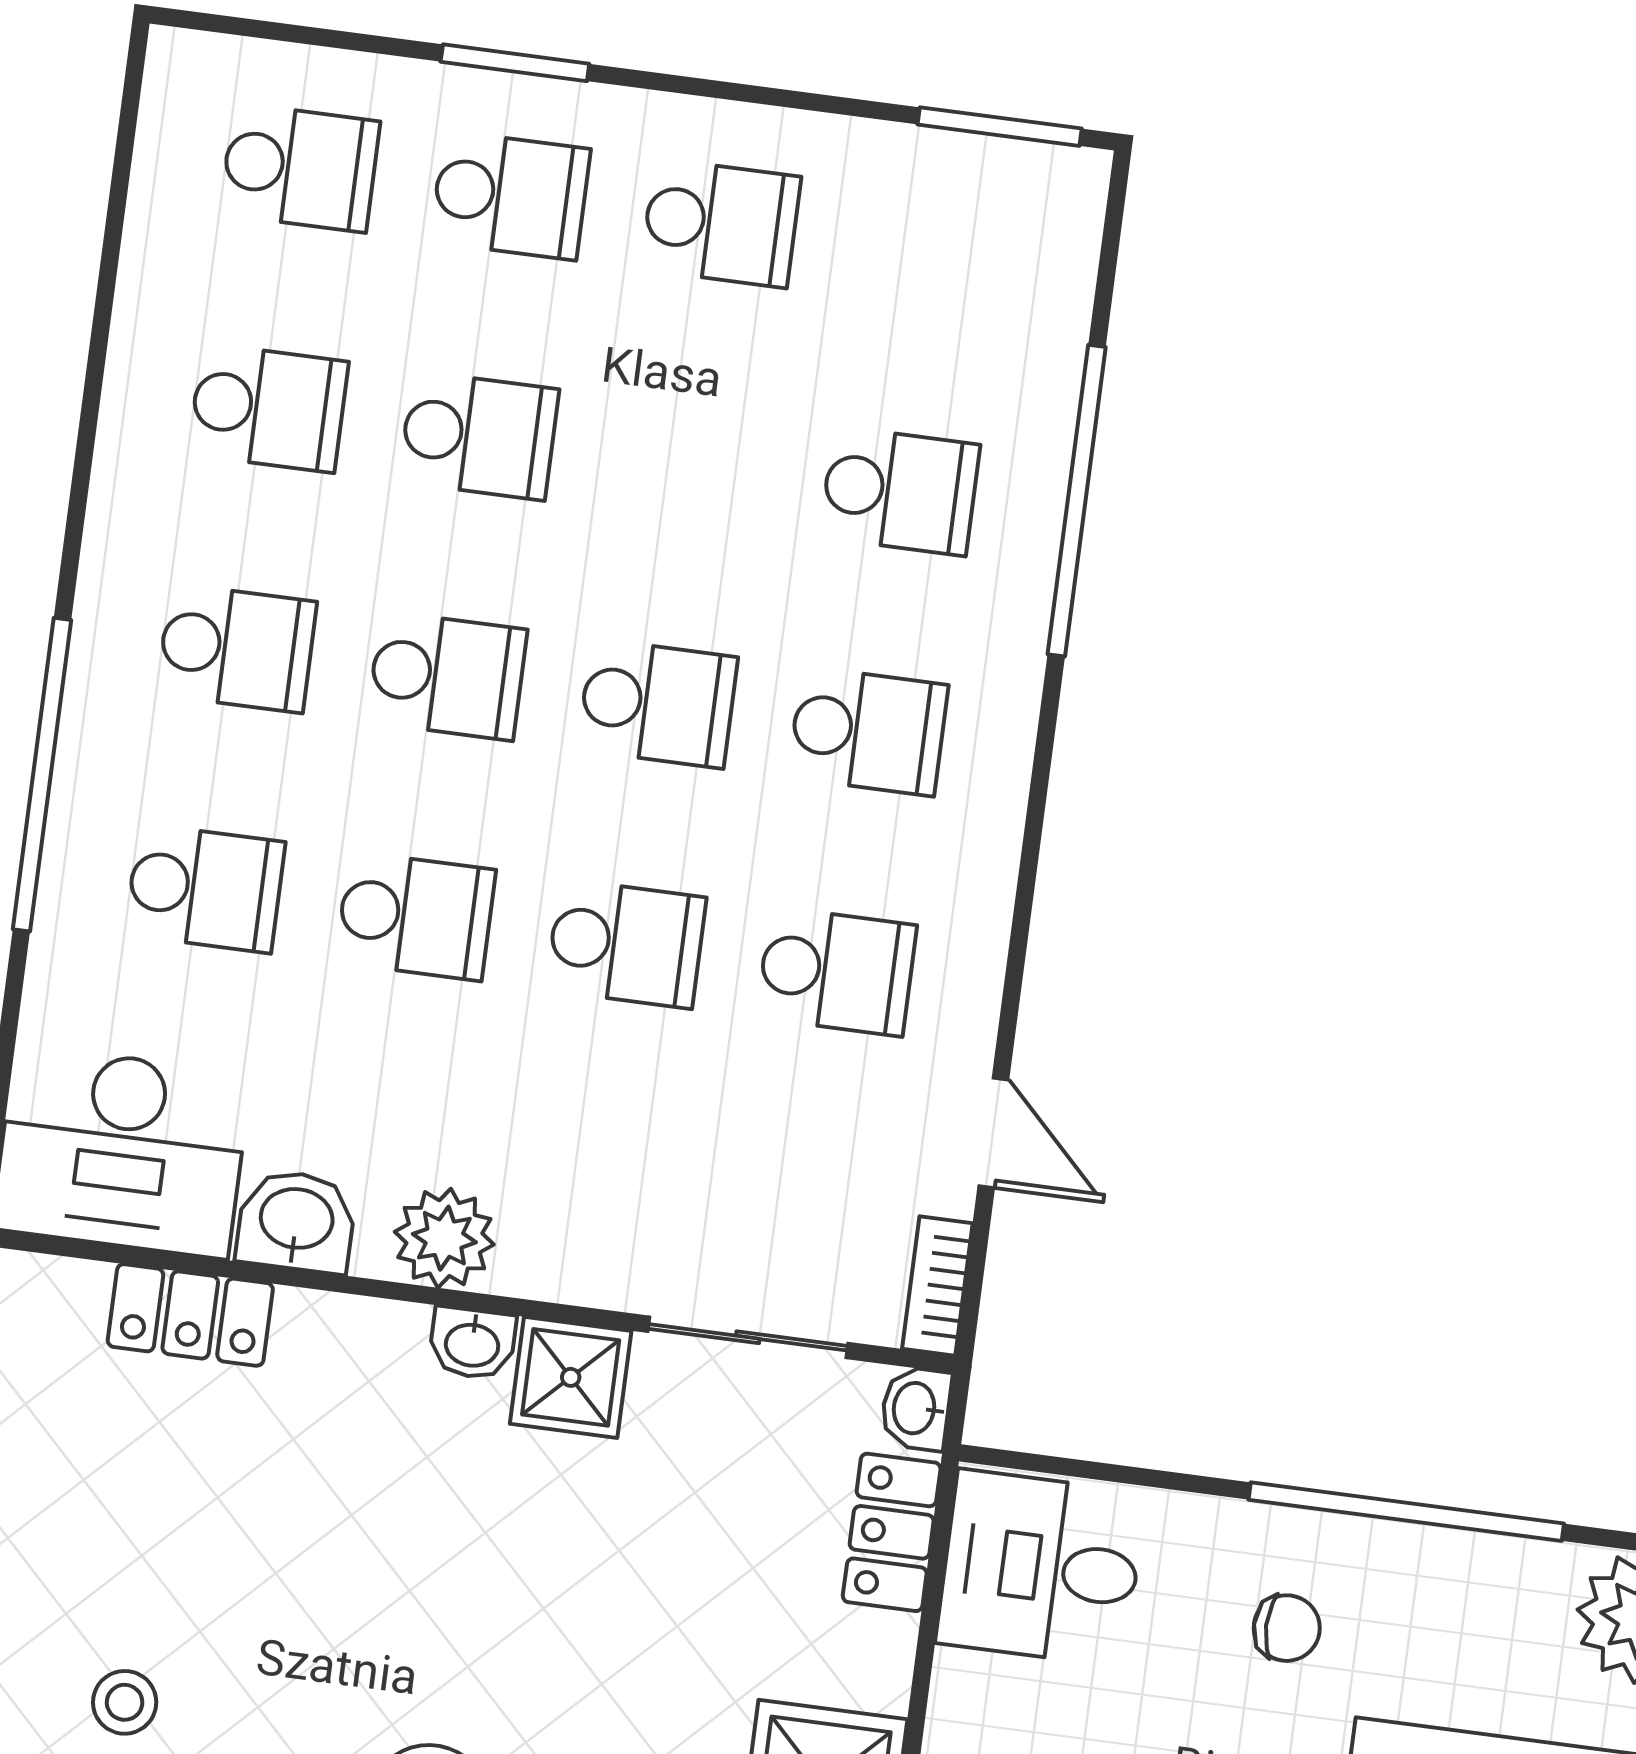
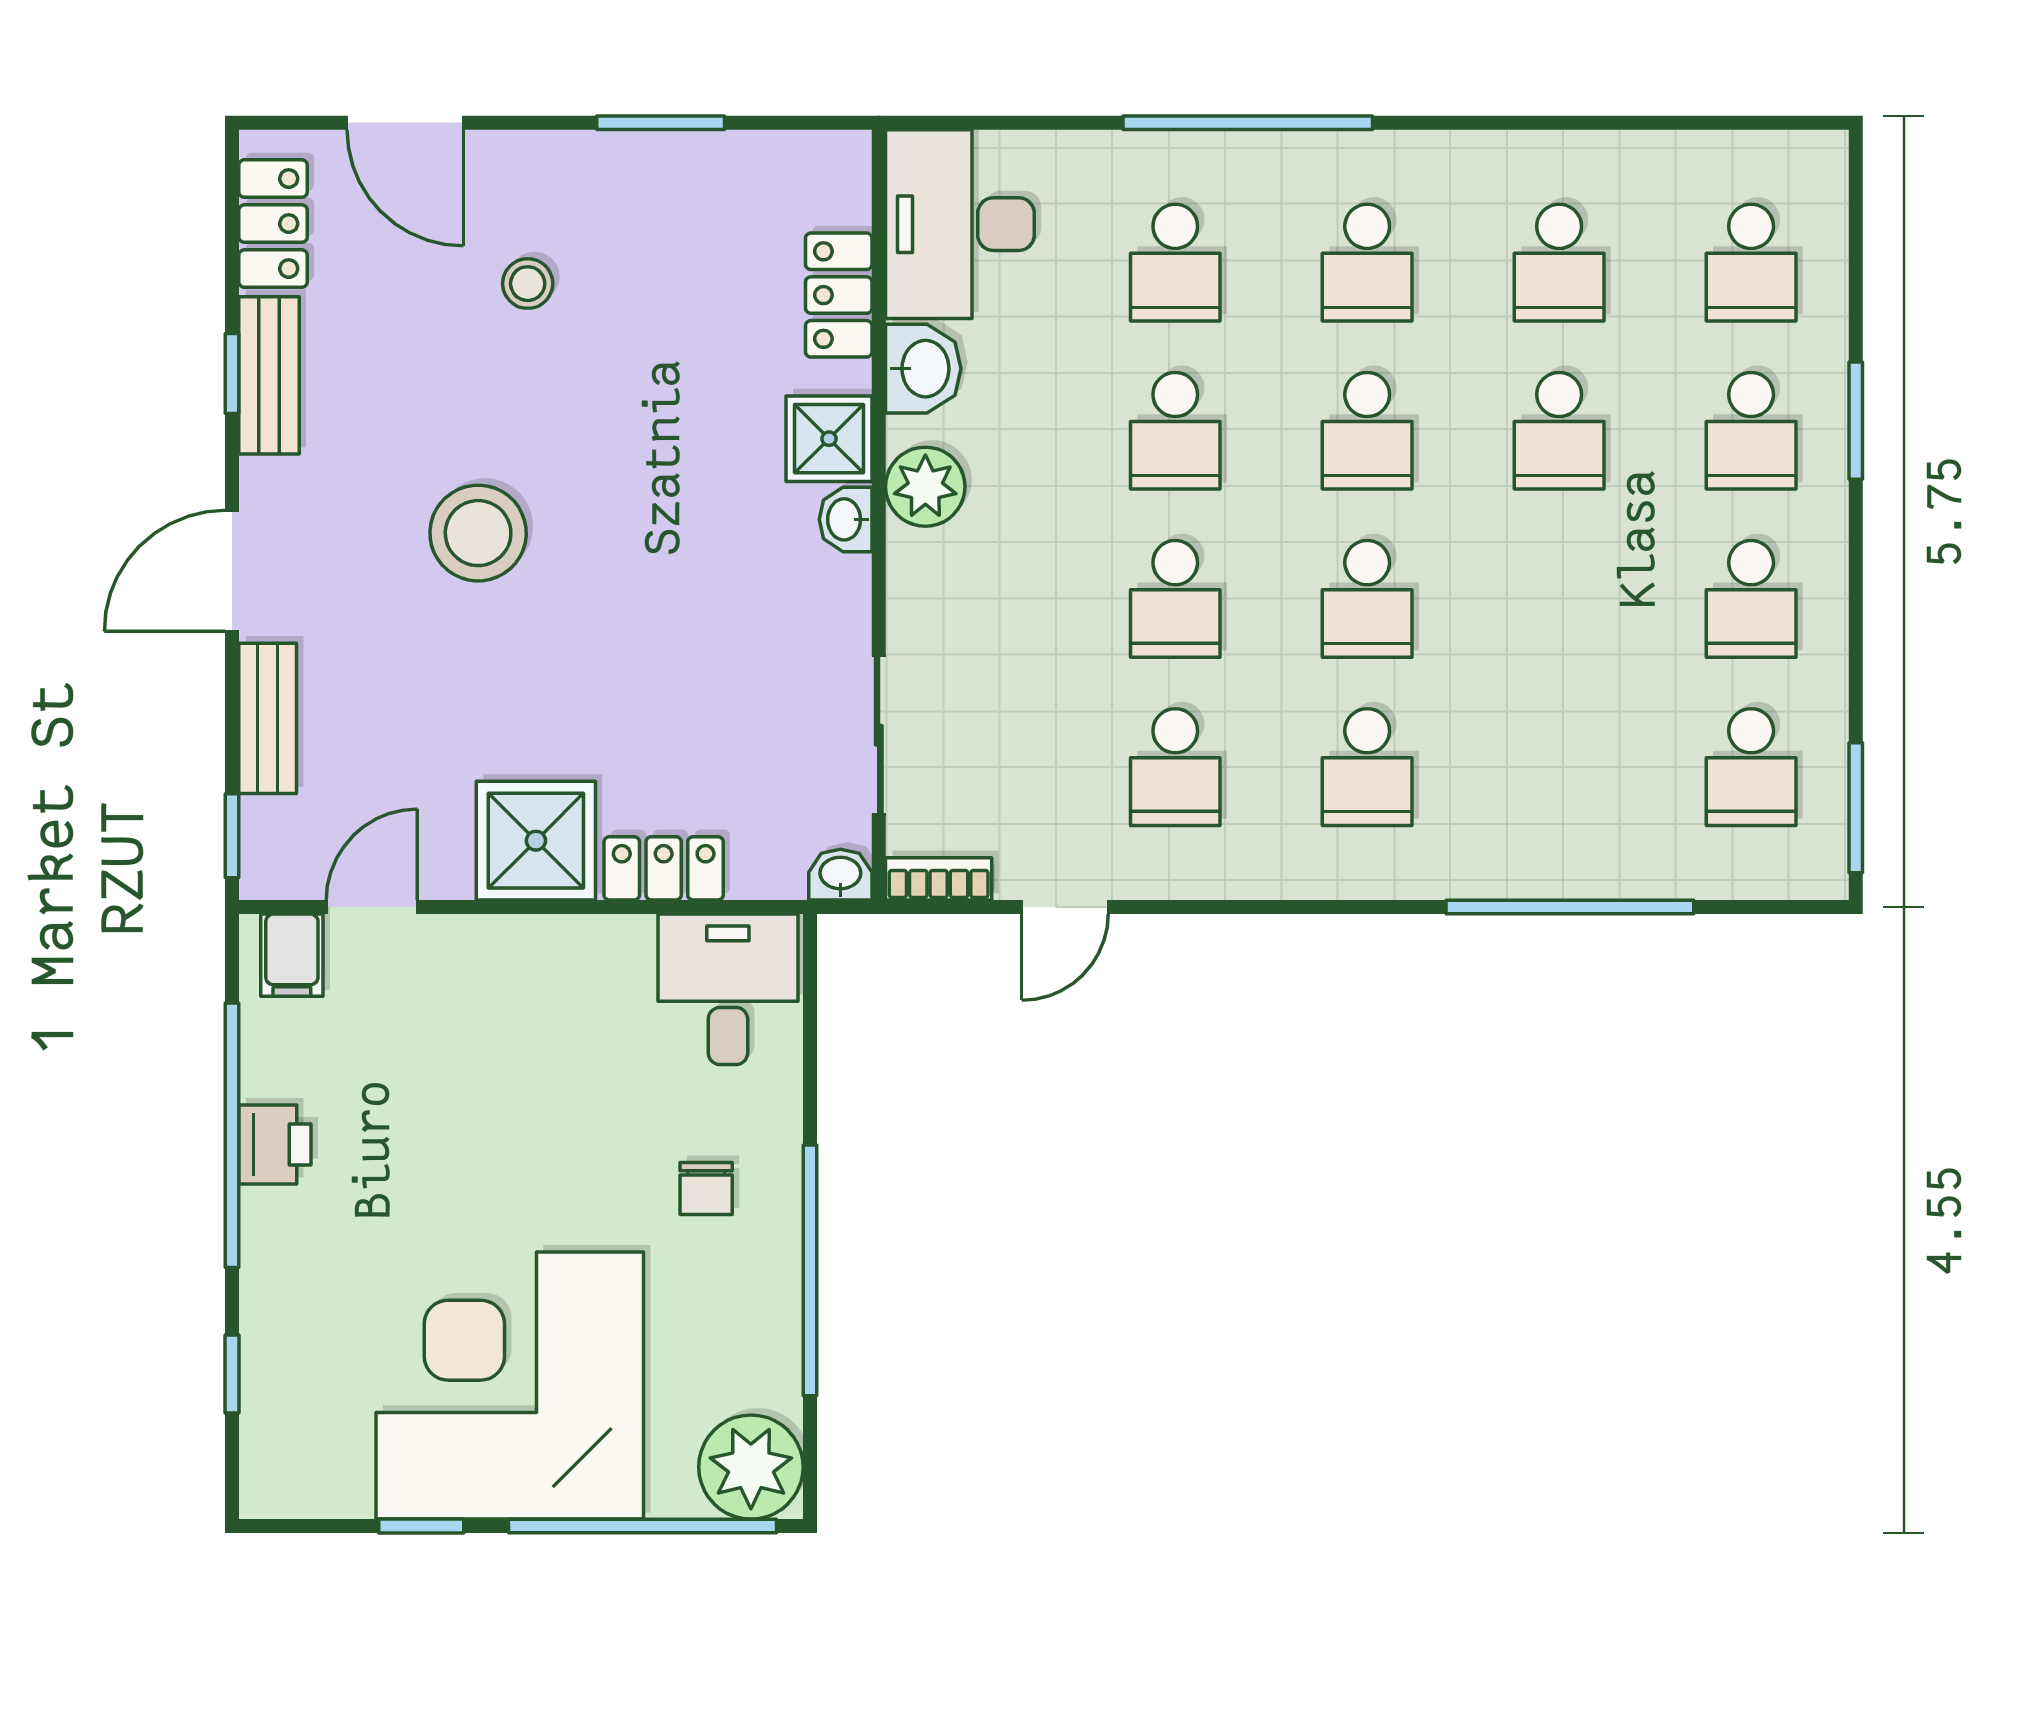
school desk: (900, 491) -> (1751, 767), moved
shower: (571, 1377) -> (829, 439), moved
locker: (892, 1532) -> (664, 868), moved

